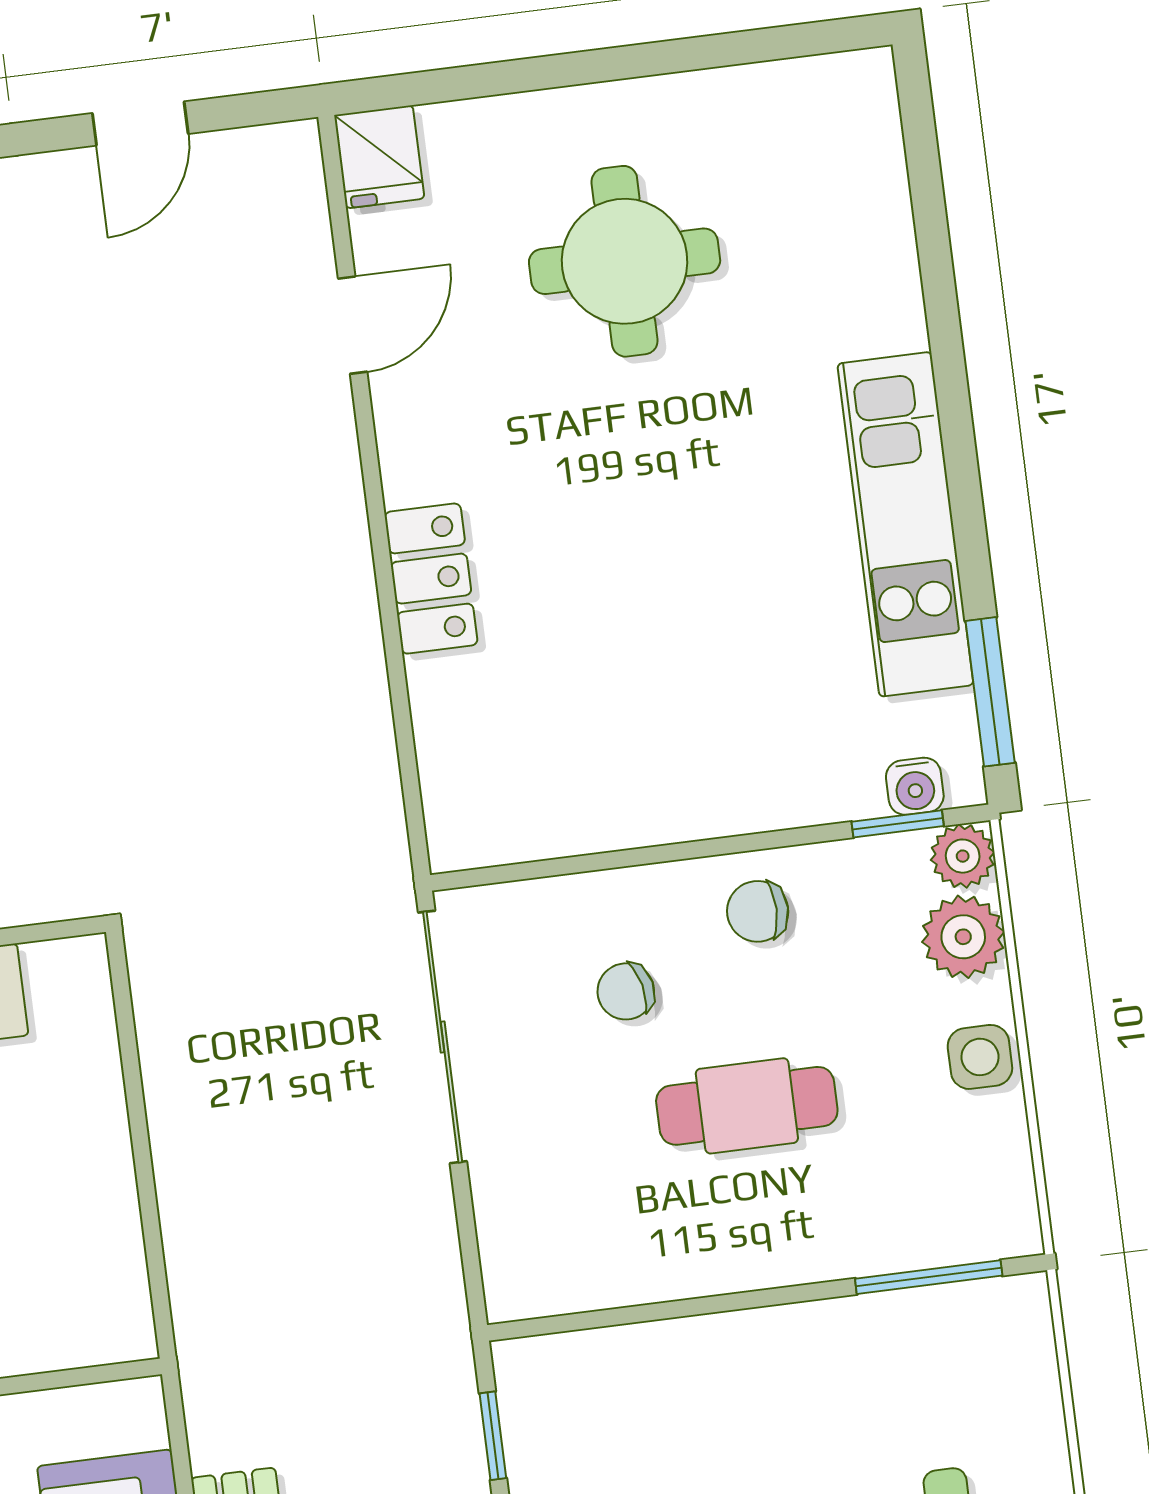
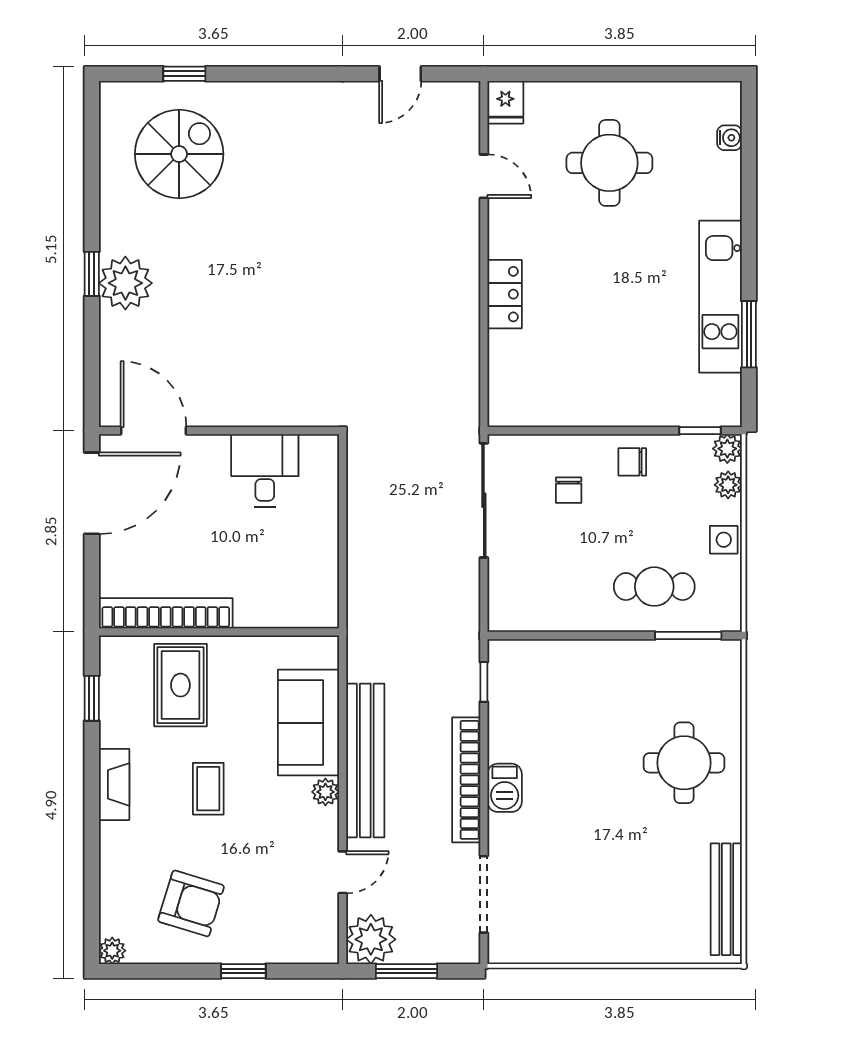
door: (353, 325) -> (484, 176), hinge flipped
window: (990, 692) -> (749, 334), moved
water cooler: (915, 786) -> (729, 138), moved, turned -90
plant: (963, 937) -> (728, 485), width x0.73, depth x0.73
chair: (626, 991) -> (569, 490), turned -77
cafe table: (747, 1106) -> (654, 587), moved

